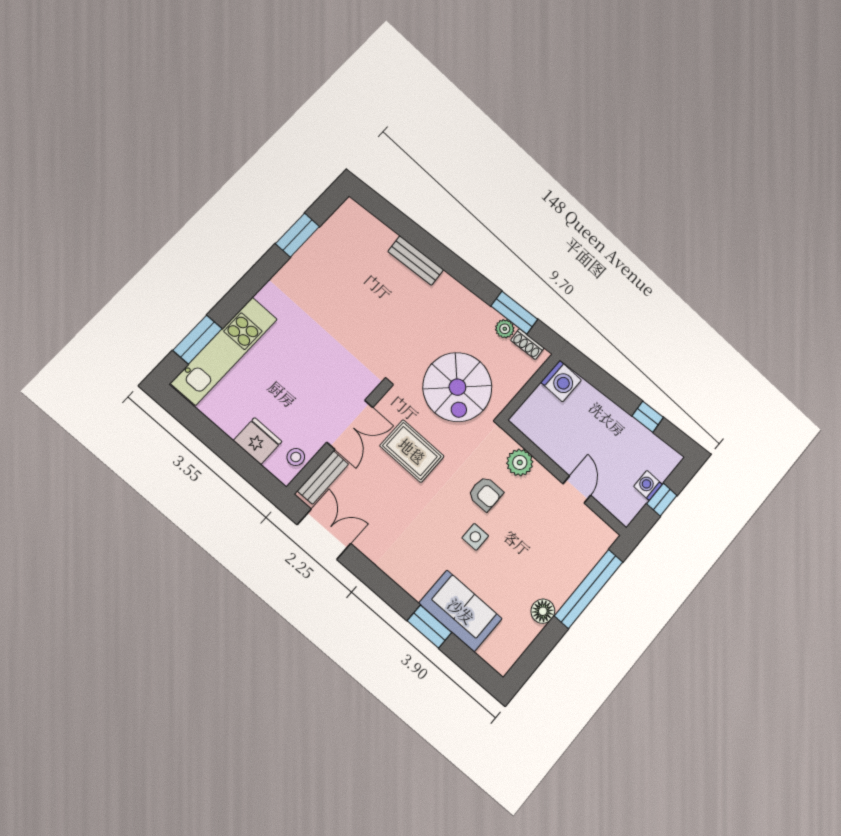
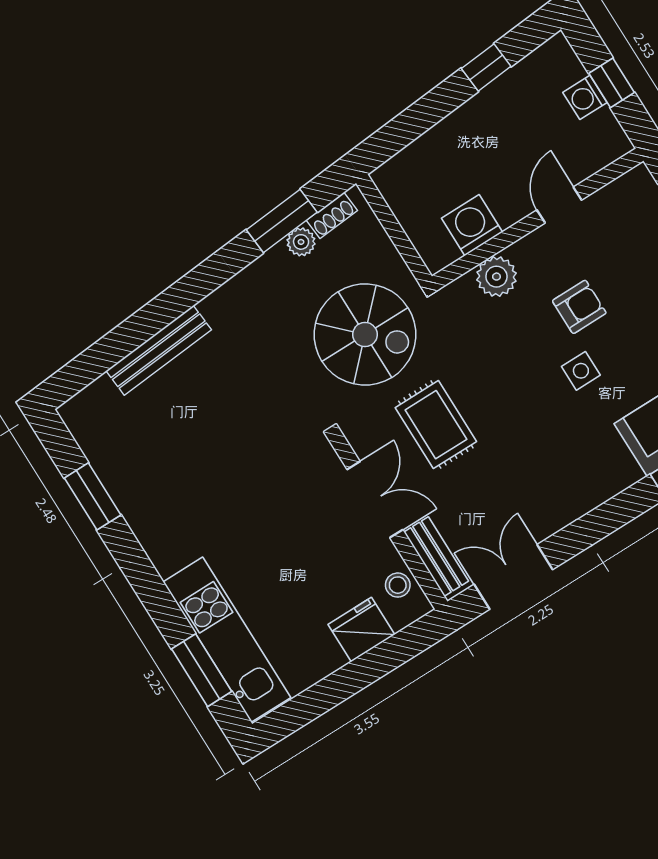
bench: (416, 261) -> (159, 350), width x1.36
washing machine: (561, 381) -> (472, 225), moved, turned -90
rug: (412, 451) -> (436, 425), turned 90
door: (577, 490) -> (559, 205), hinge flipped
armchair: (486, 494) -> (579, 307), moved

